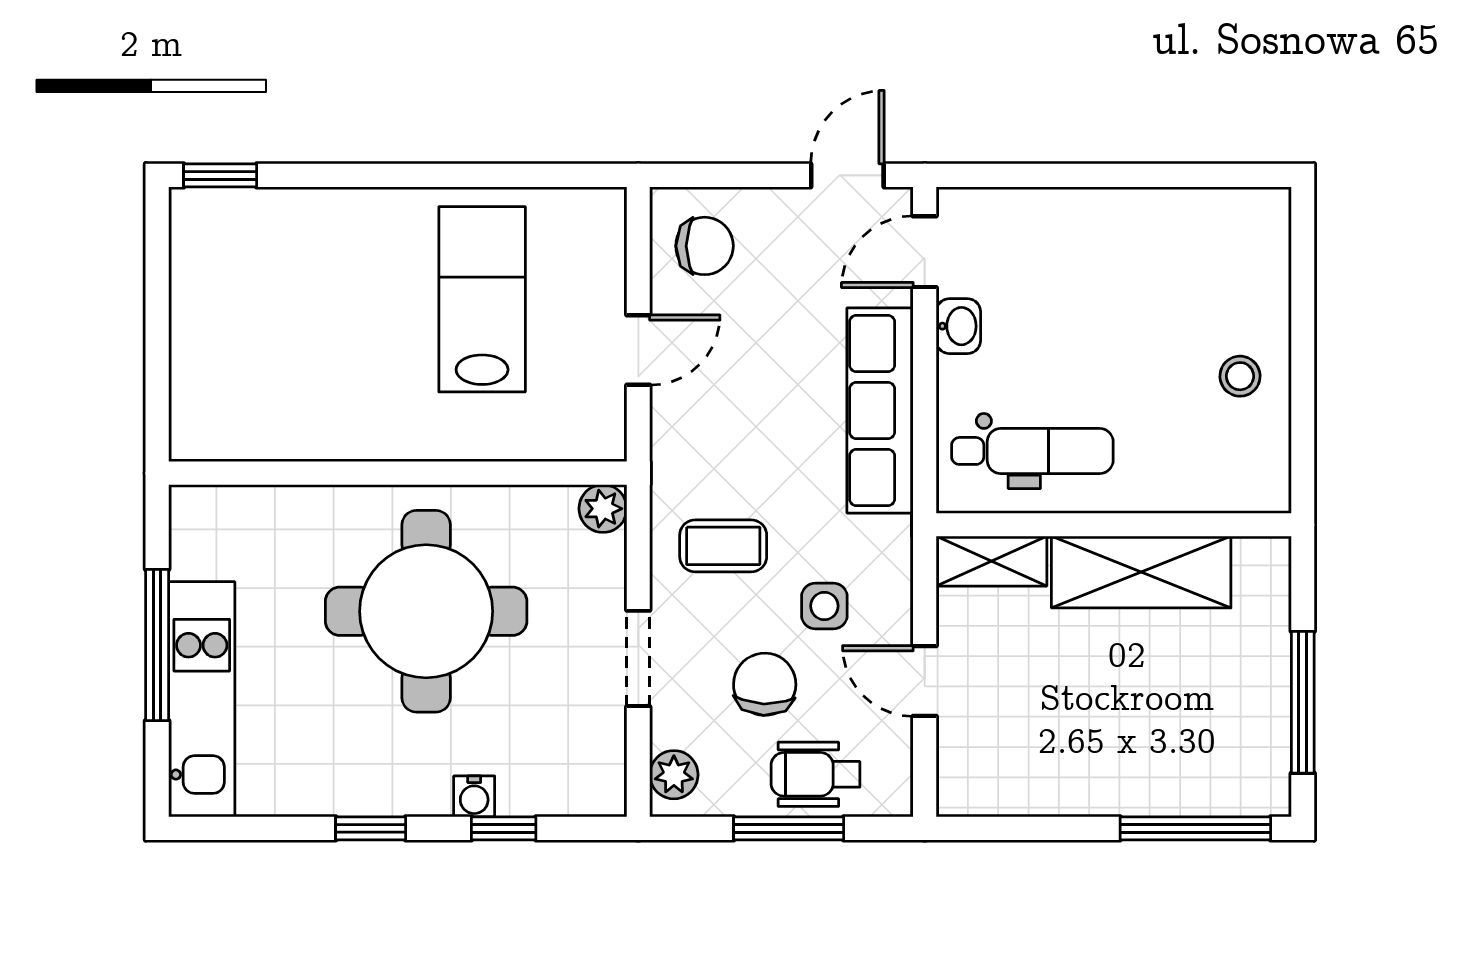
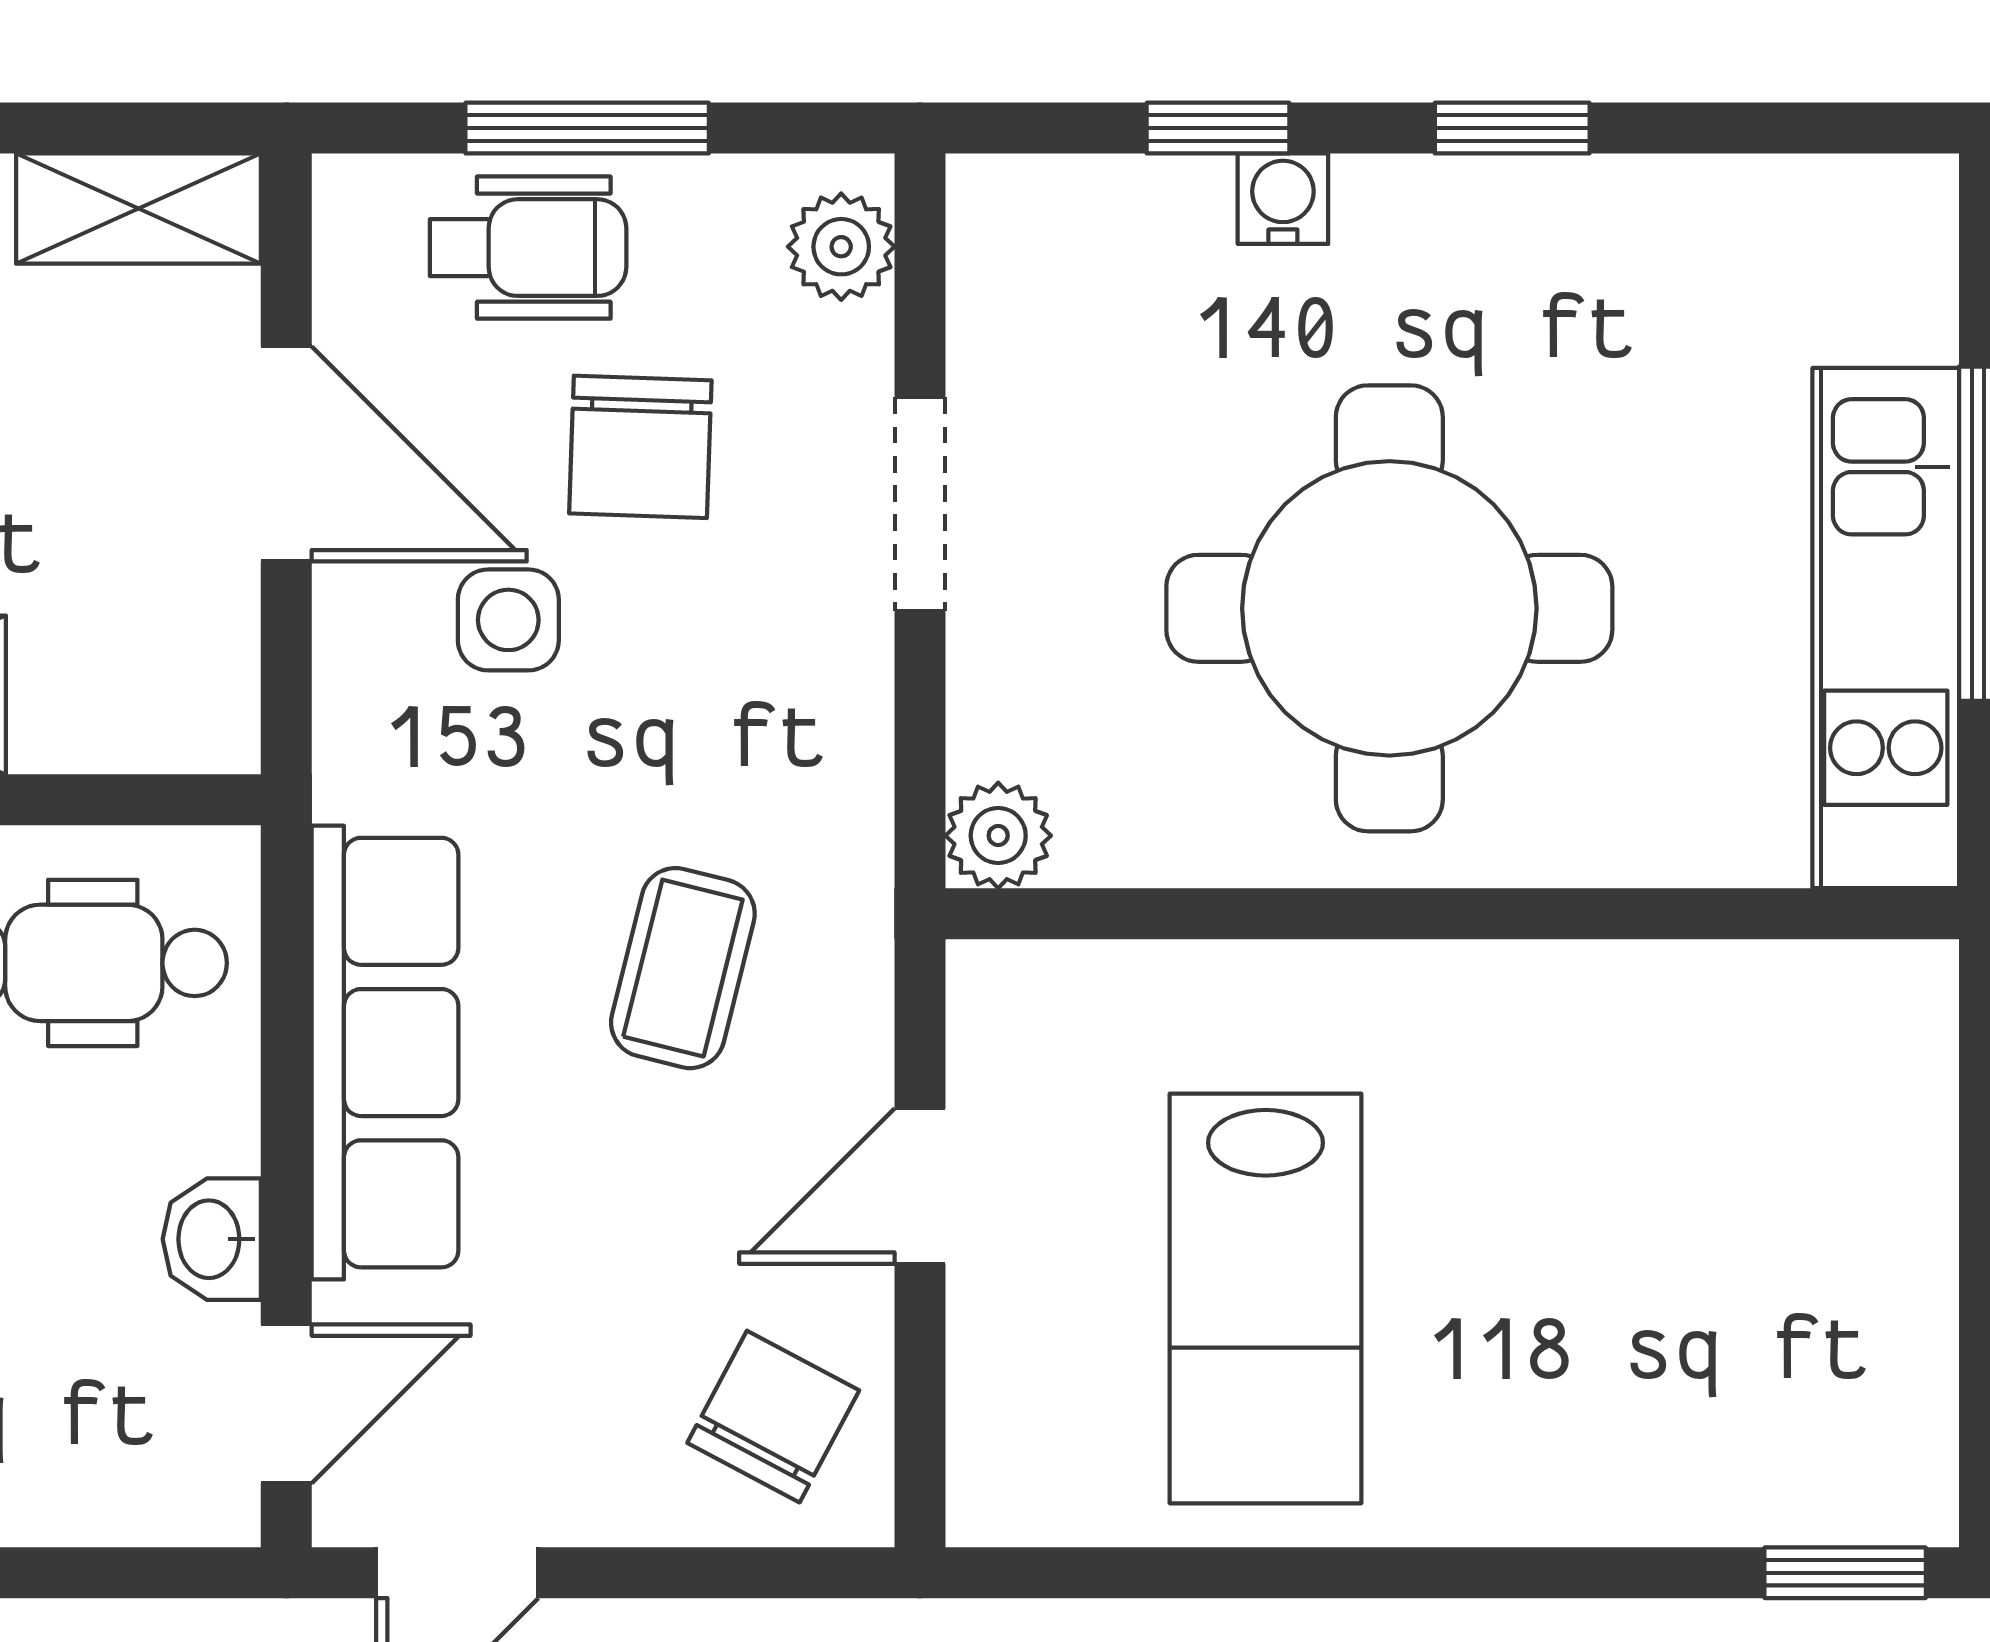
chair: (705, 246) -> (773, 1417), turned 118
coffee table: (723, 546) -> (683, 968), moved, turned -76
shelving: (992, 561) -> (138, 209), moved
door: (925, 681) -> (286, 454), width x1.38
kitchen unit: (202, 699) -> (1886, 628), moved

